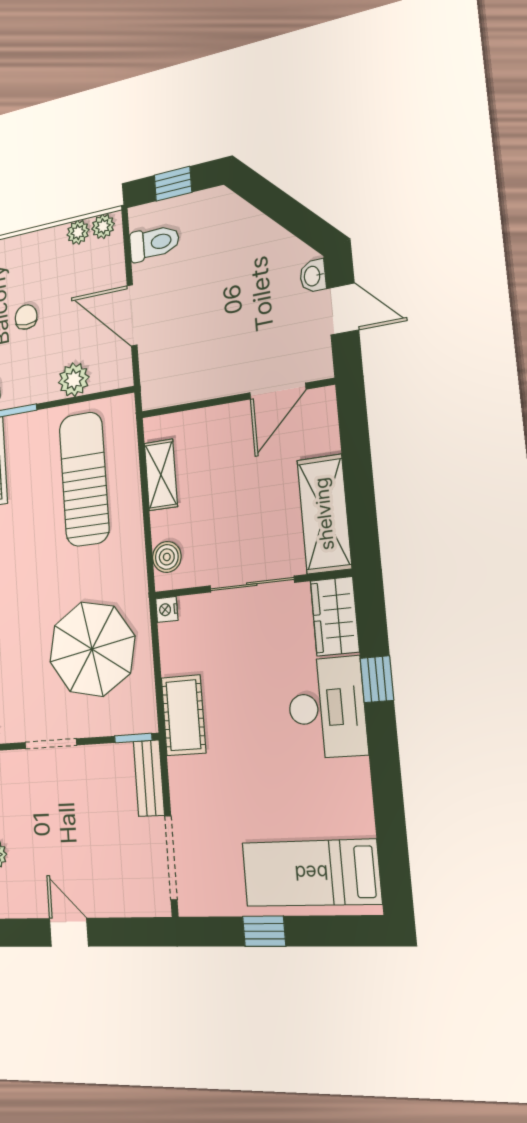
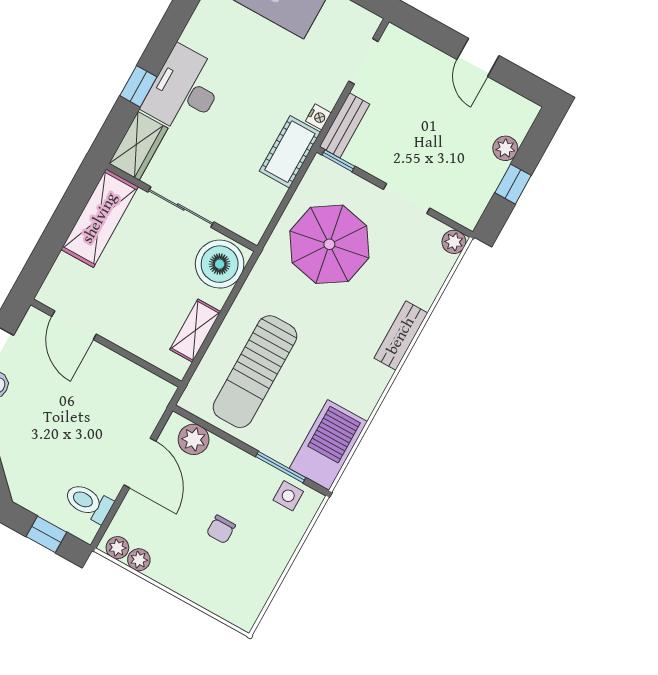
plant: (74, 380) -> (194, 439), moved
door: (278, 391) -> (74, 325), swing flipped
boiler: (167, 557) -> (220, 264), width x1.86, depth x1.86
nightstand: (167, 609) -> (318, 117), moved
doorway: (171, 858) -> (363, 61), width x0.73

